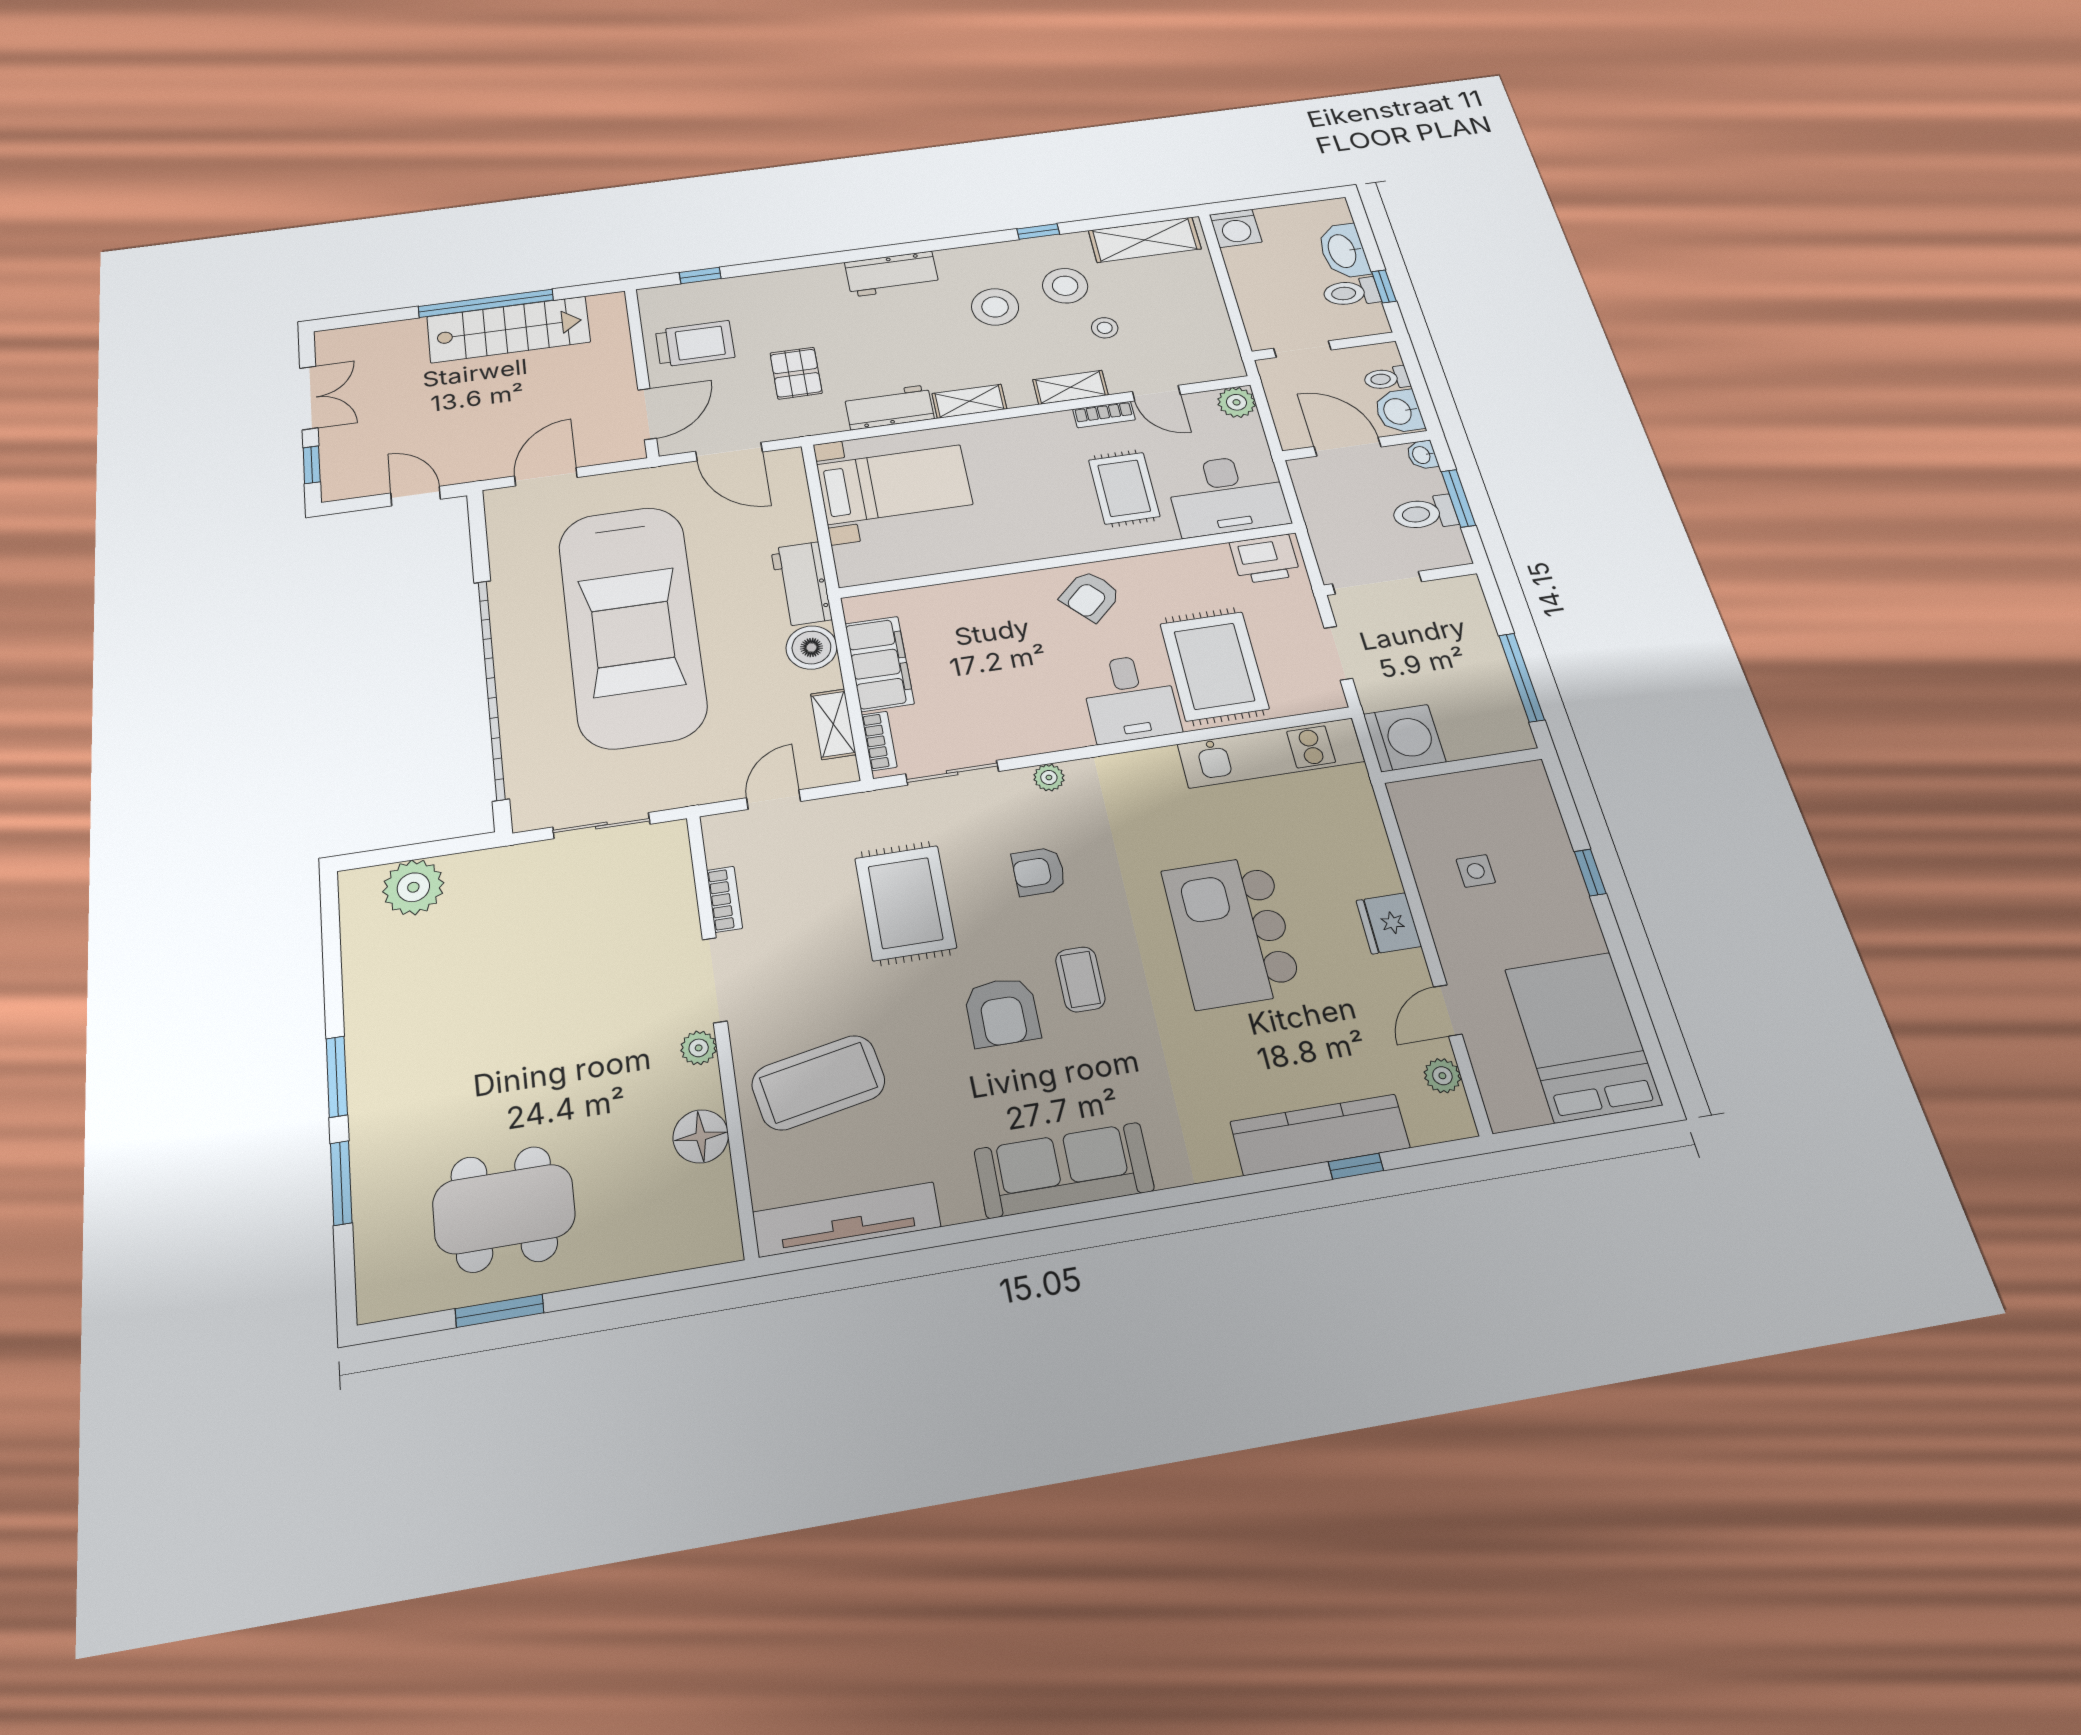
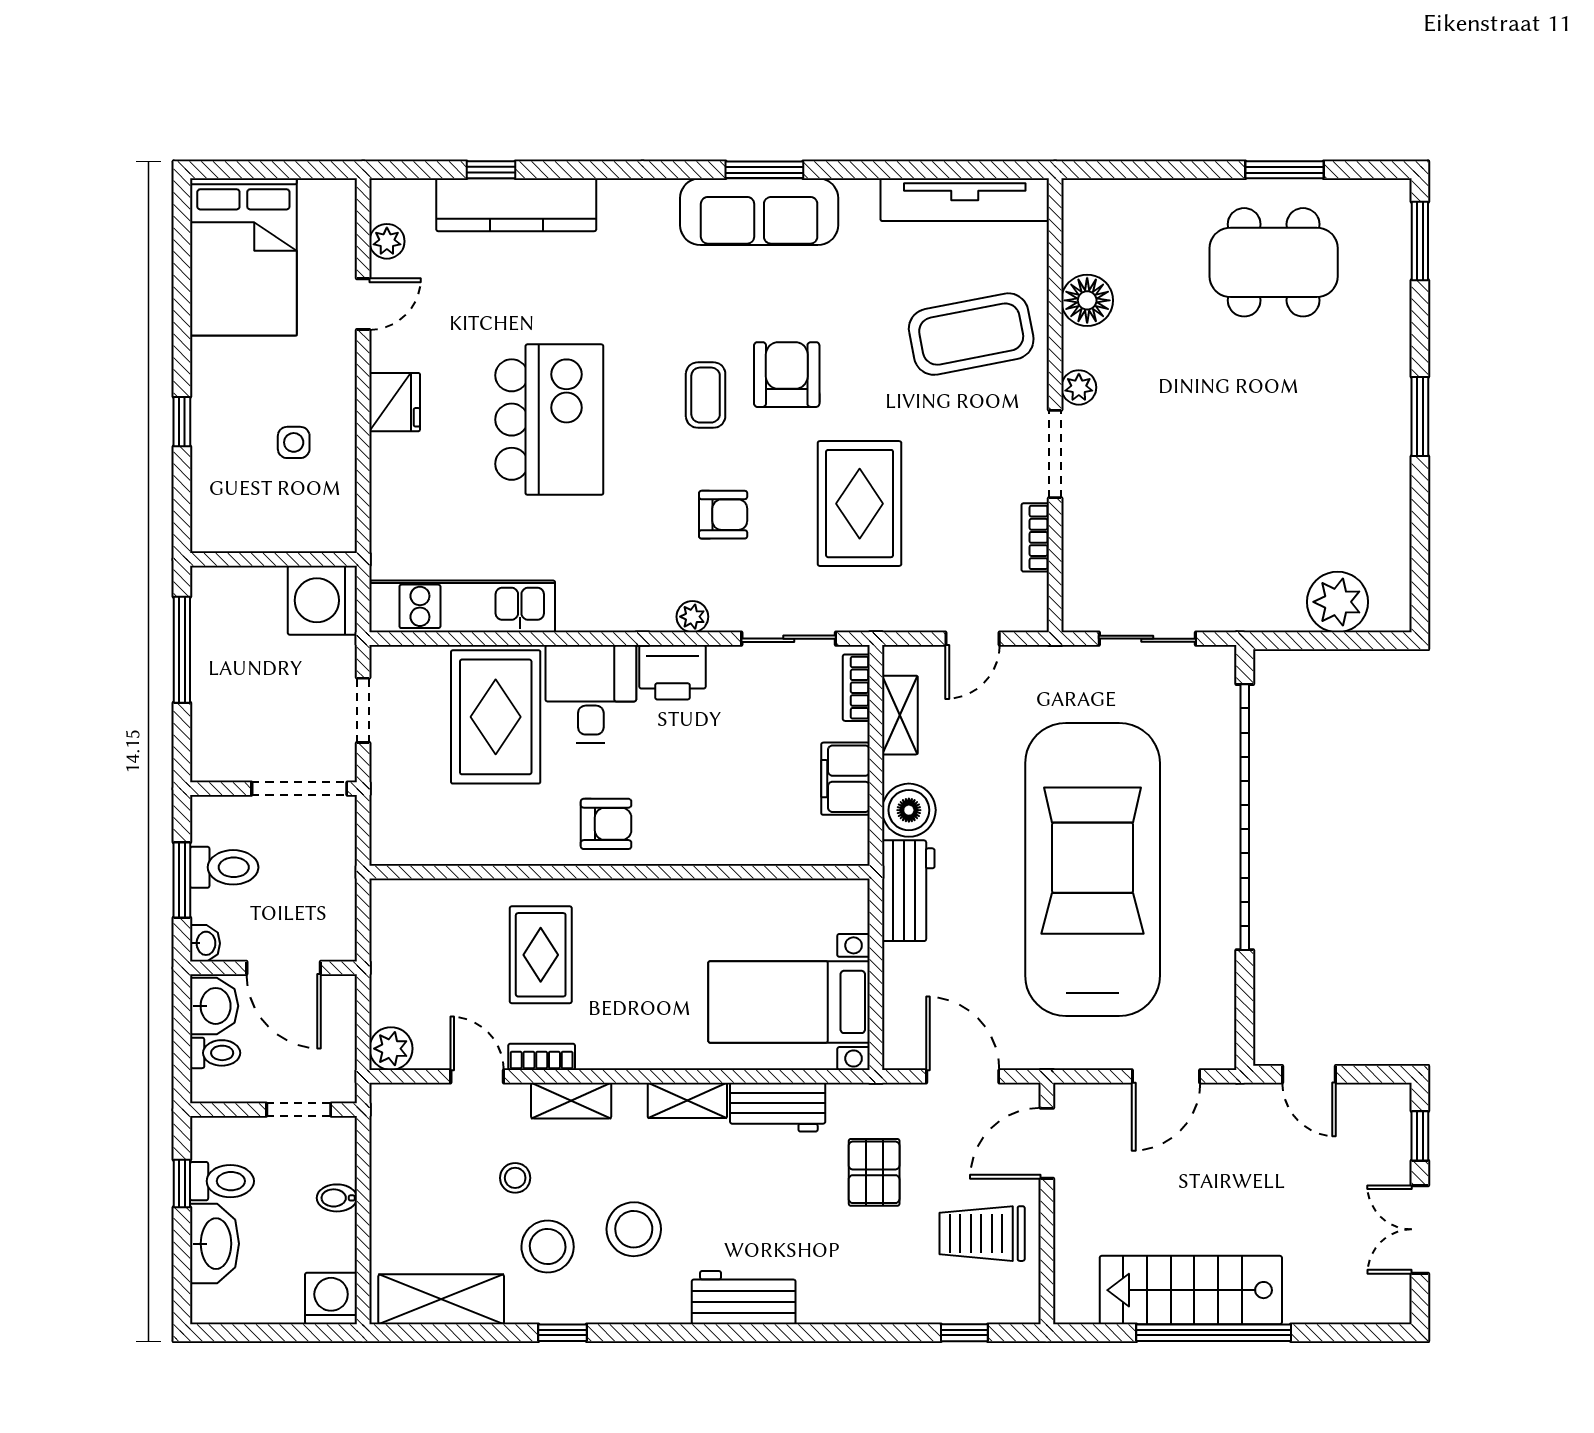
bidet: (1251, 294) -> (337, 1198), added
desk: (1227, 495) -> (431, 927), removed
printer: (1265, 559) -> (672, 672), moved, turned 180
armchair: (1090, 596) -> (606, 824), turned 43
filing cabinet: (879, 664) -> (845, 779), width x0.67, depth x0.86
window: (341, 1183) -> (1420, 241), moved
window: (1067, 1215) -> (764, 170), added

